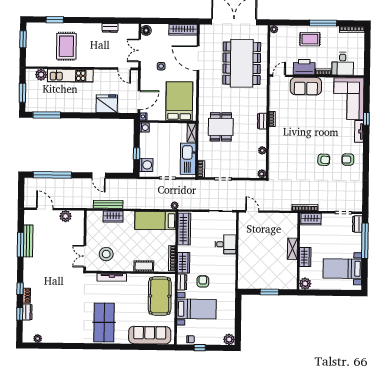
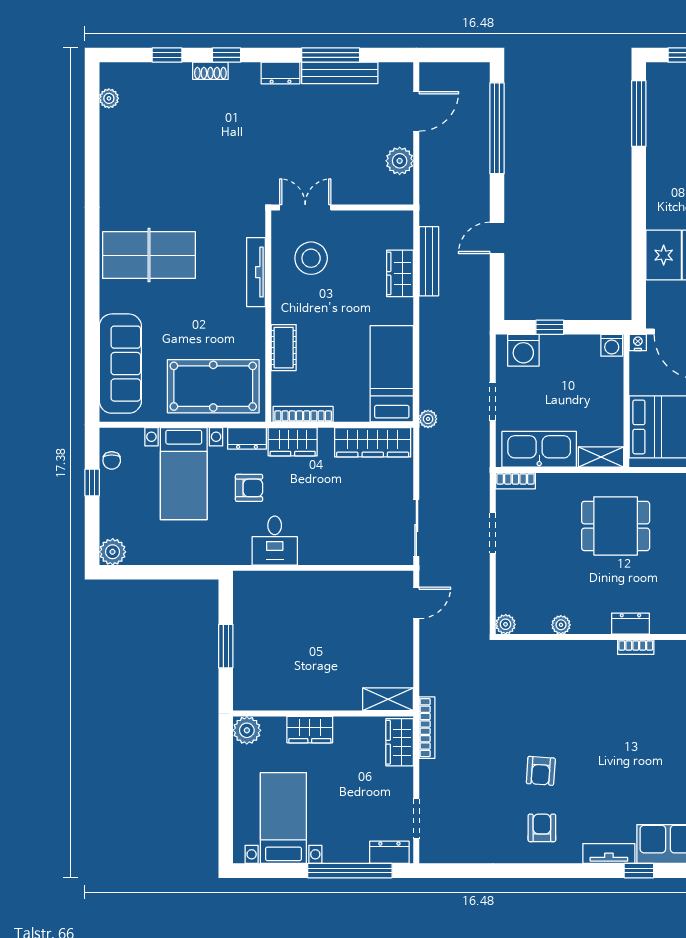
desk: (226, 244) -> (275, 541), moved
shelving: (292, 249) -> (388, 699), moved
dresser: (27, 312) -> (280, 73), moved

